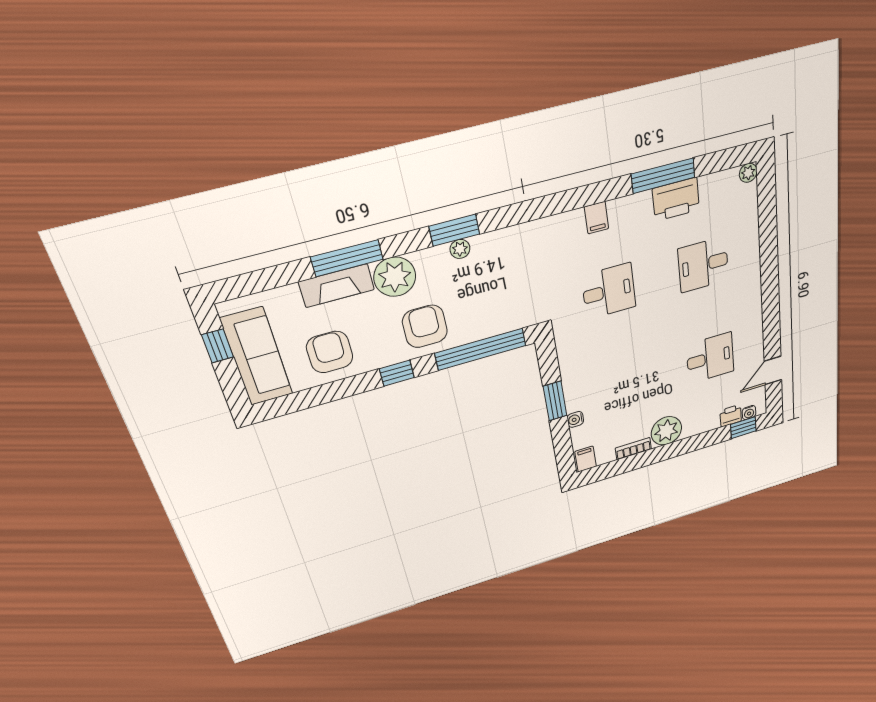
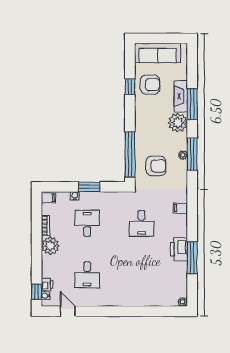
printer: (676, 199) -> (179, 249), moved
filing cabinet: (597, 218) -> (180, 208), moved
window: (454, 230) -> (192, 154), width x1.44
desk: (703, 265) -> (87, 223), moved
armchair: (425, 326) -> (156, 166), moved
window: (218, 346) -> (168, 38), removed
window: (397, 373) -> (130, 87), moved

